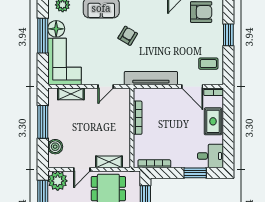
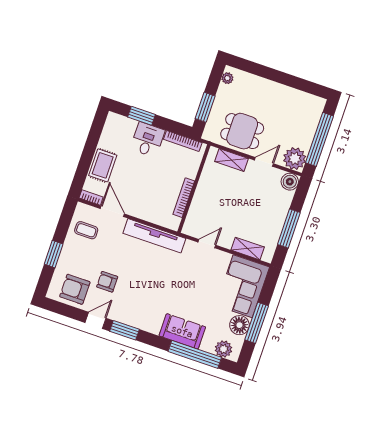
armchair: (128, 36) -> (107, 282), moved, turned 59
boiler: (55, 147) -> (290, 182), moved
desk: (210, 156) -> (148, 140), moved, turned 90

